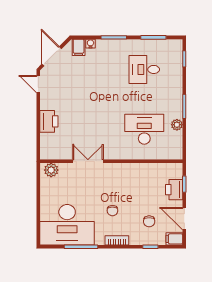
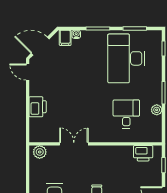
door: (52, 56) -> (40, 46), hinge flipped
desk: (144, 69) -> (126, 58), width x1.87, depth x1.30
desk: (144, 129) -> (126, 114), width x0.73
printer: (174, 190) -> (143, 153), moved, turned -90

